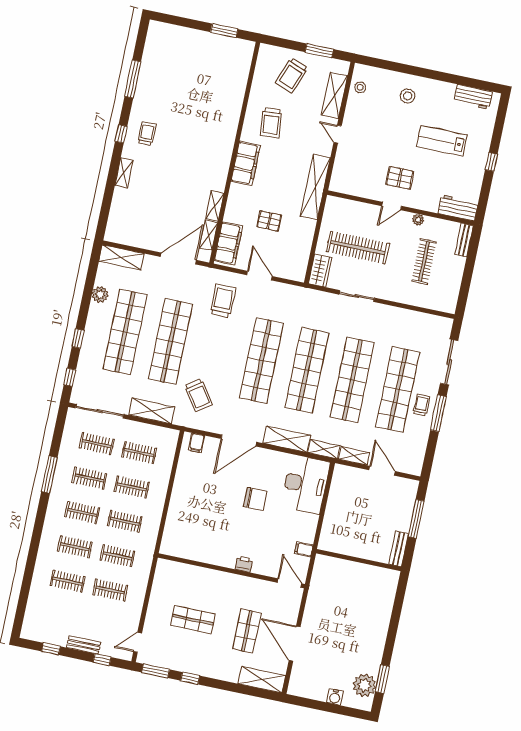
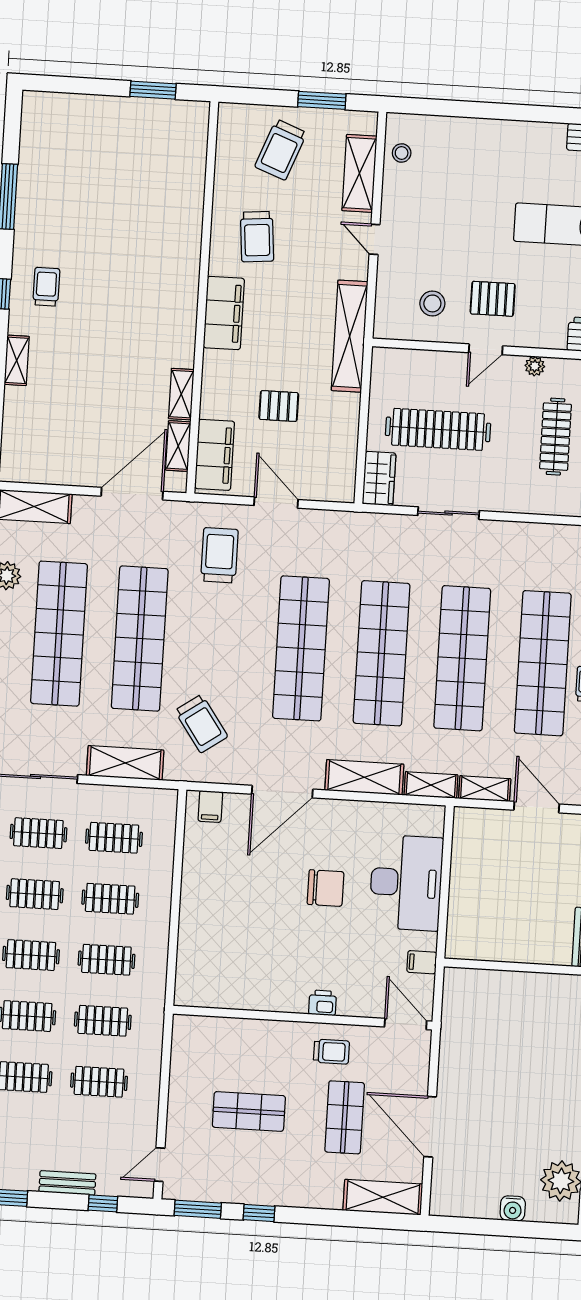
stool: (408, 96) -> (432, 303), moved
desk: (305, 484) -> (406, 883), moved
trolley: (245, 593) -> (331, 1052), added

